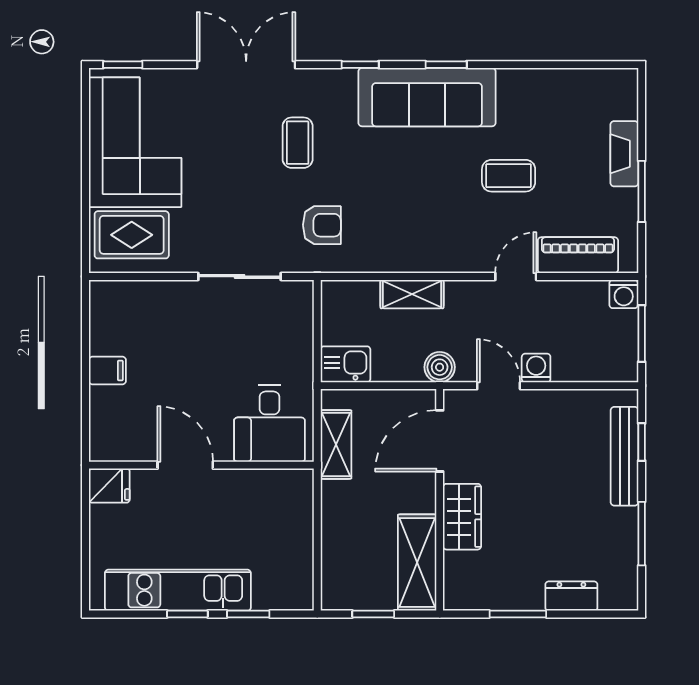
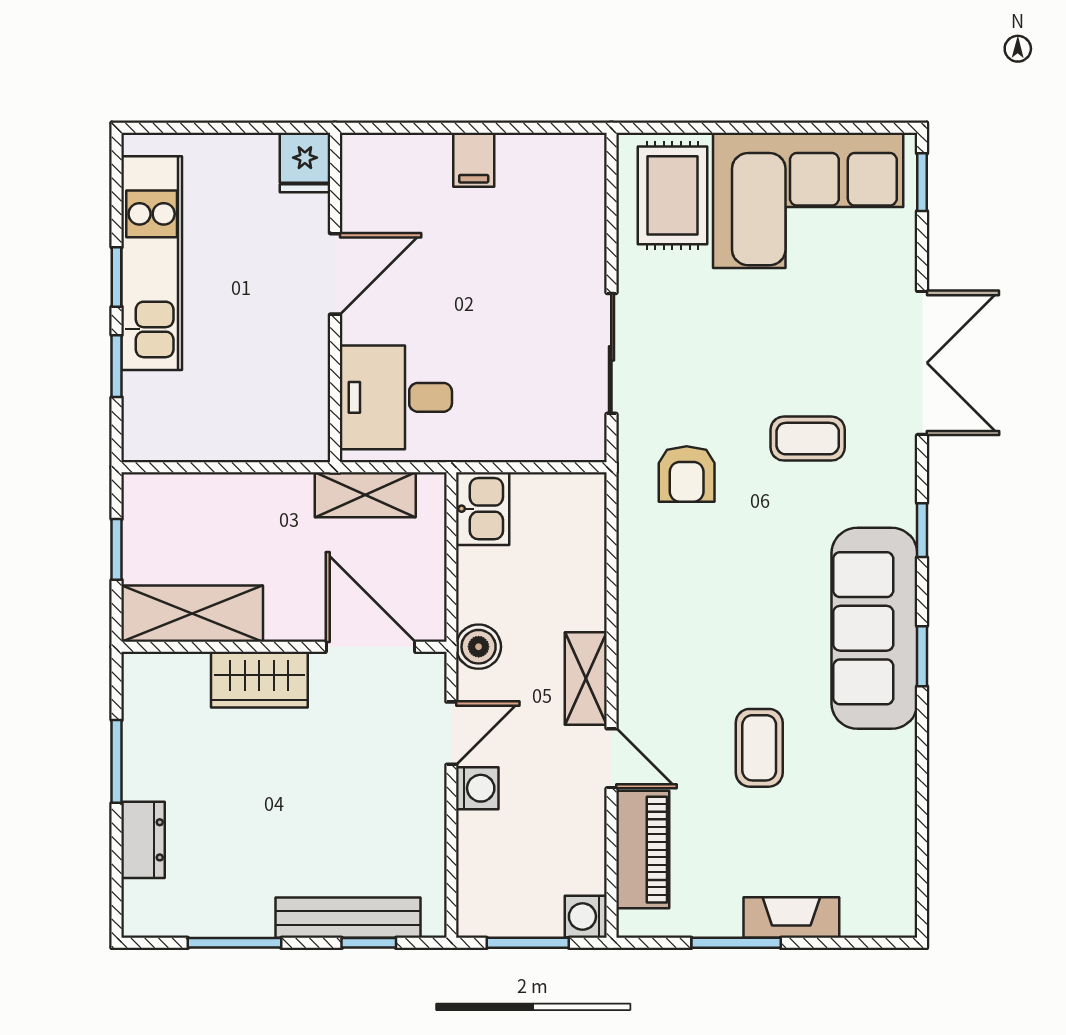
shelving: (412, 294) -> (586, 679), moved

